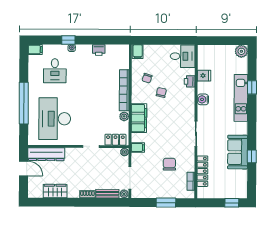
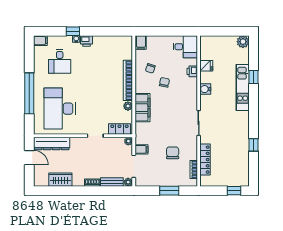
printer: (99, 50) -> (86, 41), moved
filing cabinet: (138, 147) -> (141, 149), moved
sofa: (238, 152) -> (240, 141), removed

